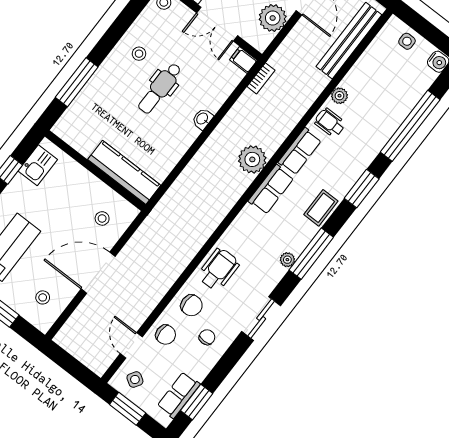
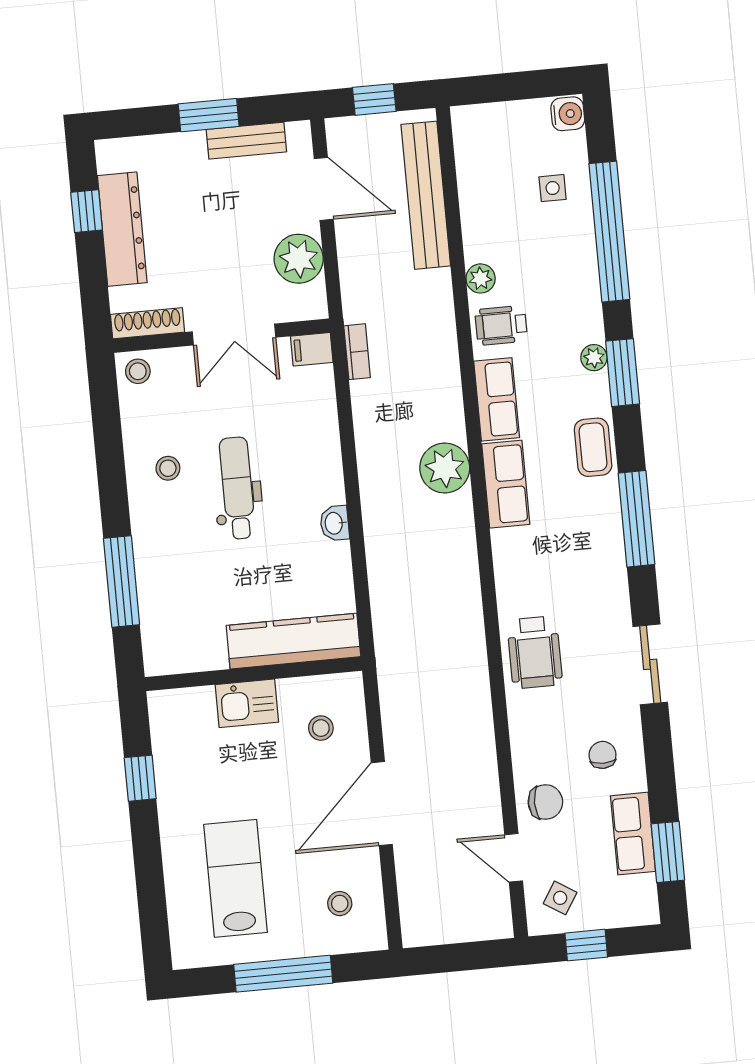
side table: (407, 41) -> (553, 188), moved
dental chair: (160, 88) -> (237, 488), turned 180
washbasin: (202, 119) -> (335, 523), moved
kitchen sink: (38, 165) -> (247, 703), moved, turned 90
plant: (287, 260) -> (594, 358), moved
wheelchair: (219, 269) -> (535, 652), turned 180
chair: (191, 305) -> (543, 732), removed
row of seats: (179, 395) -> (633, 834), moved
window: (128, 409) -> (586, 945), width x0.67

